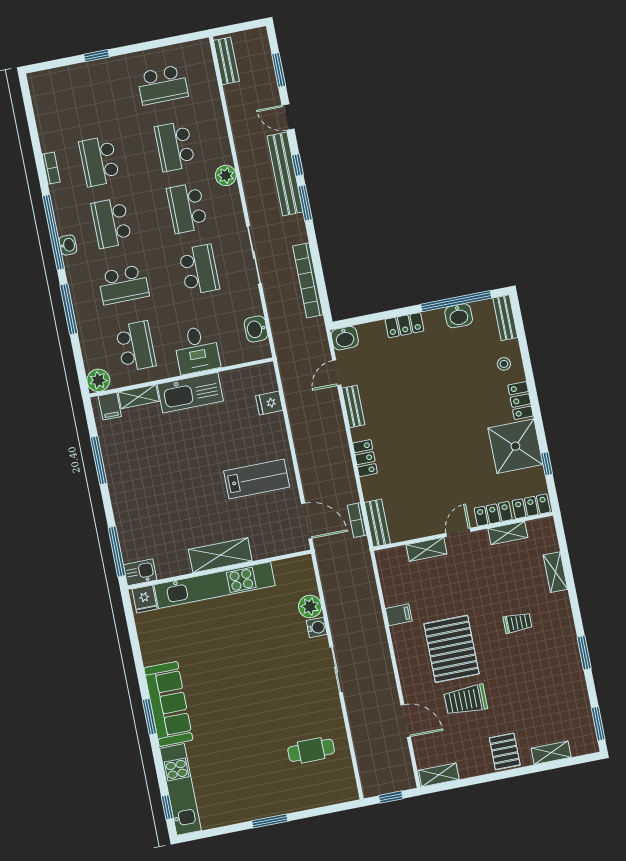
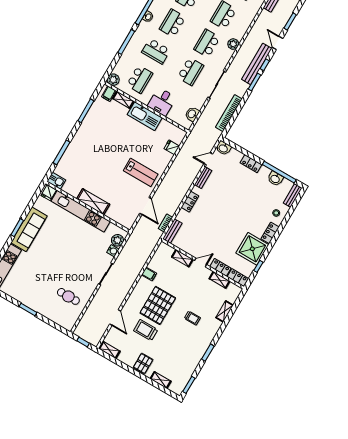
shelving: (220, 555) -> (93, 202), moved
wall: (219, 570) -> (88, 207), moved
kitchen sink: (140, 572) -> (56, 181), moved
kitchen unit: (214, 585) -> (81, 211), moved
fridge: (145, 599) -> (49, 193), moved

